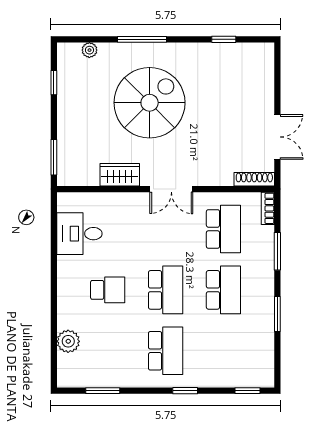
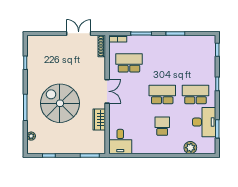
desk: (79, 234) -> (120, 142), moved
school desk: (223, 290) -> (162, 63), removed
desk: (115, 367) -> (204, 122), added

